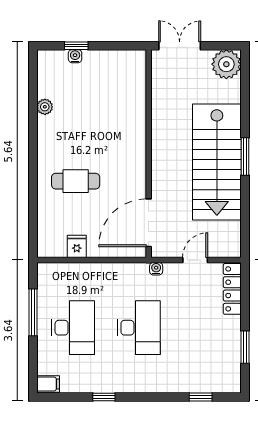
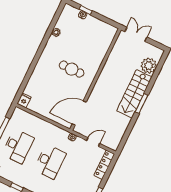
plant: (226, 64) -> (149, 66), moved
stairs: (217, 162) -> (134, 94), width x0.73, depth x0.66
cafe table: (76, 181) -> (72, 69), moved
fridge: (77, 246) -> (24, 100), moved

